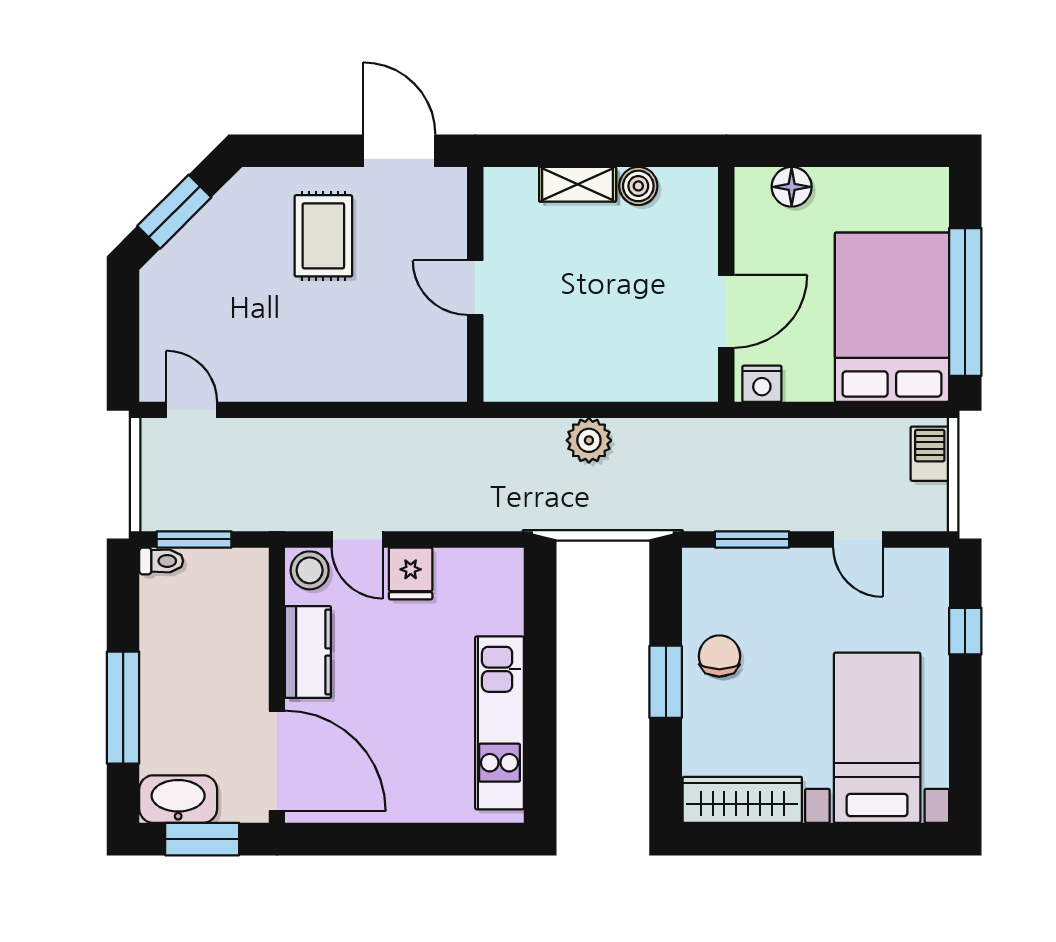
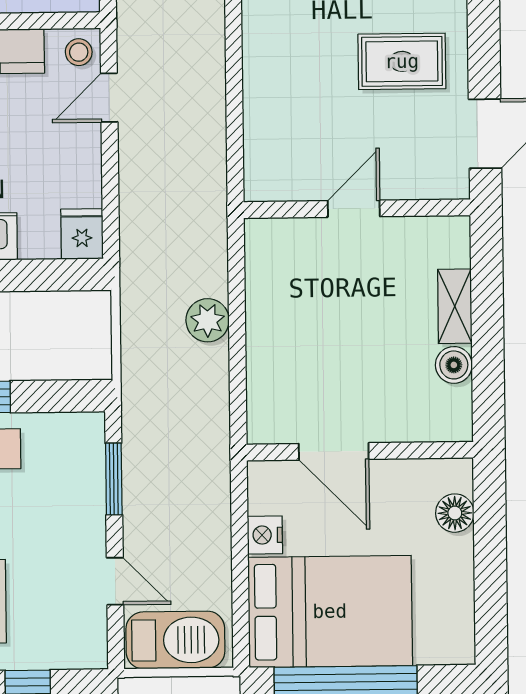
nightstand: (762, 384) -> (265, 535), moved
barbecue: (930, 454) -> (175, 640), width x1.88, depth x1.53
door: (858, 539) -> (115, 581), swing flipped
stool: (310, 570) -> (79, 52), width x0.73, depth x0.73
fridge: (411, 573) -> (82, 234), moved, turned 90

